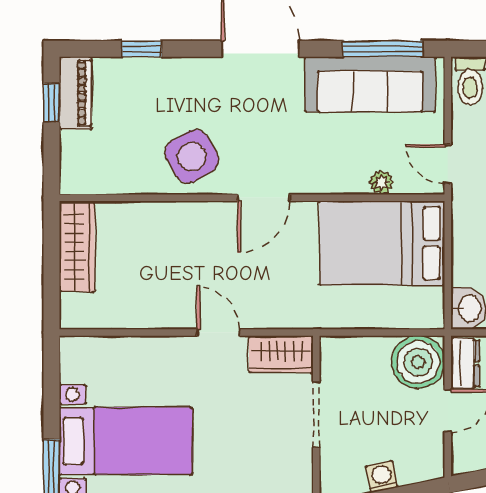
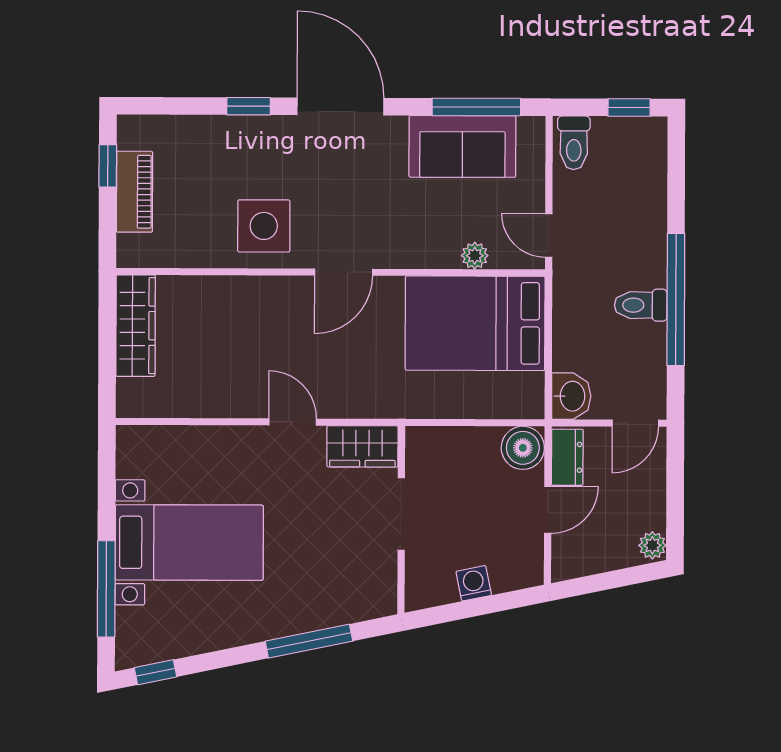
window: (142, 49) -> (249, 106), moved
sofa: (370, 84) -> (462, 146), width x0.73
piano: (76, 93) -> (134, 192), moved
side table: (192, 156) -> (264, 226), turned 30
boiler: (418, 362) -> (523, 448), width x0.73, depth x0.73

